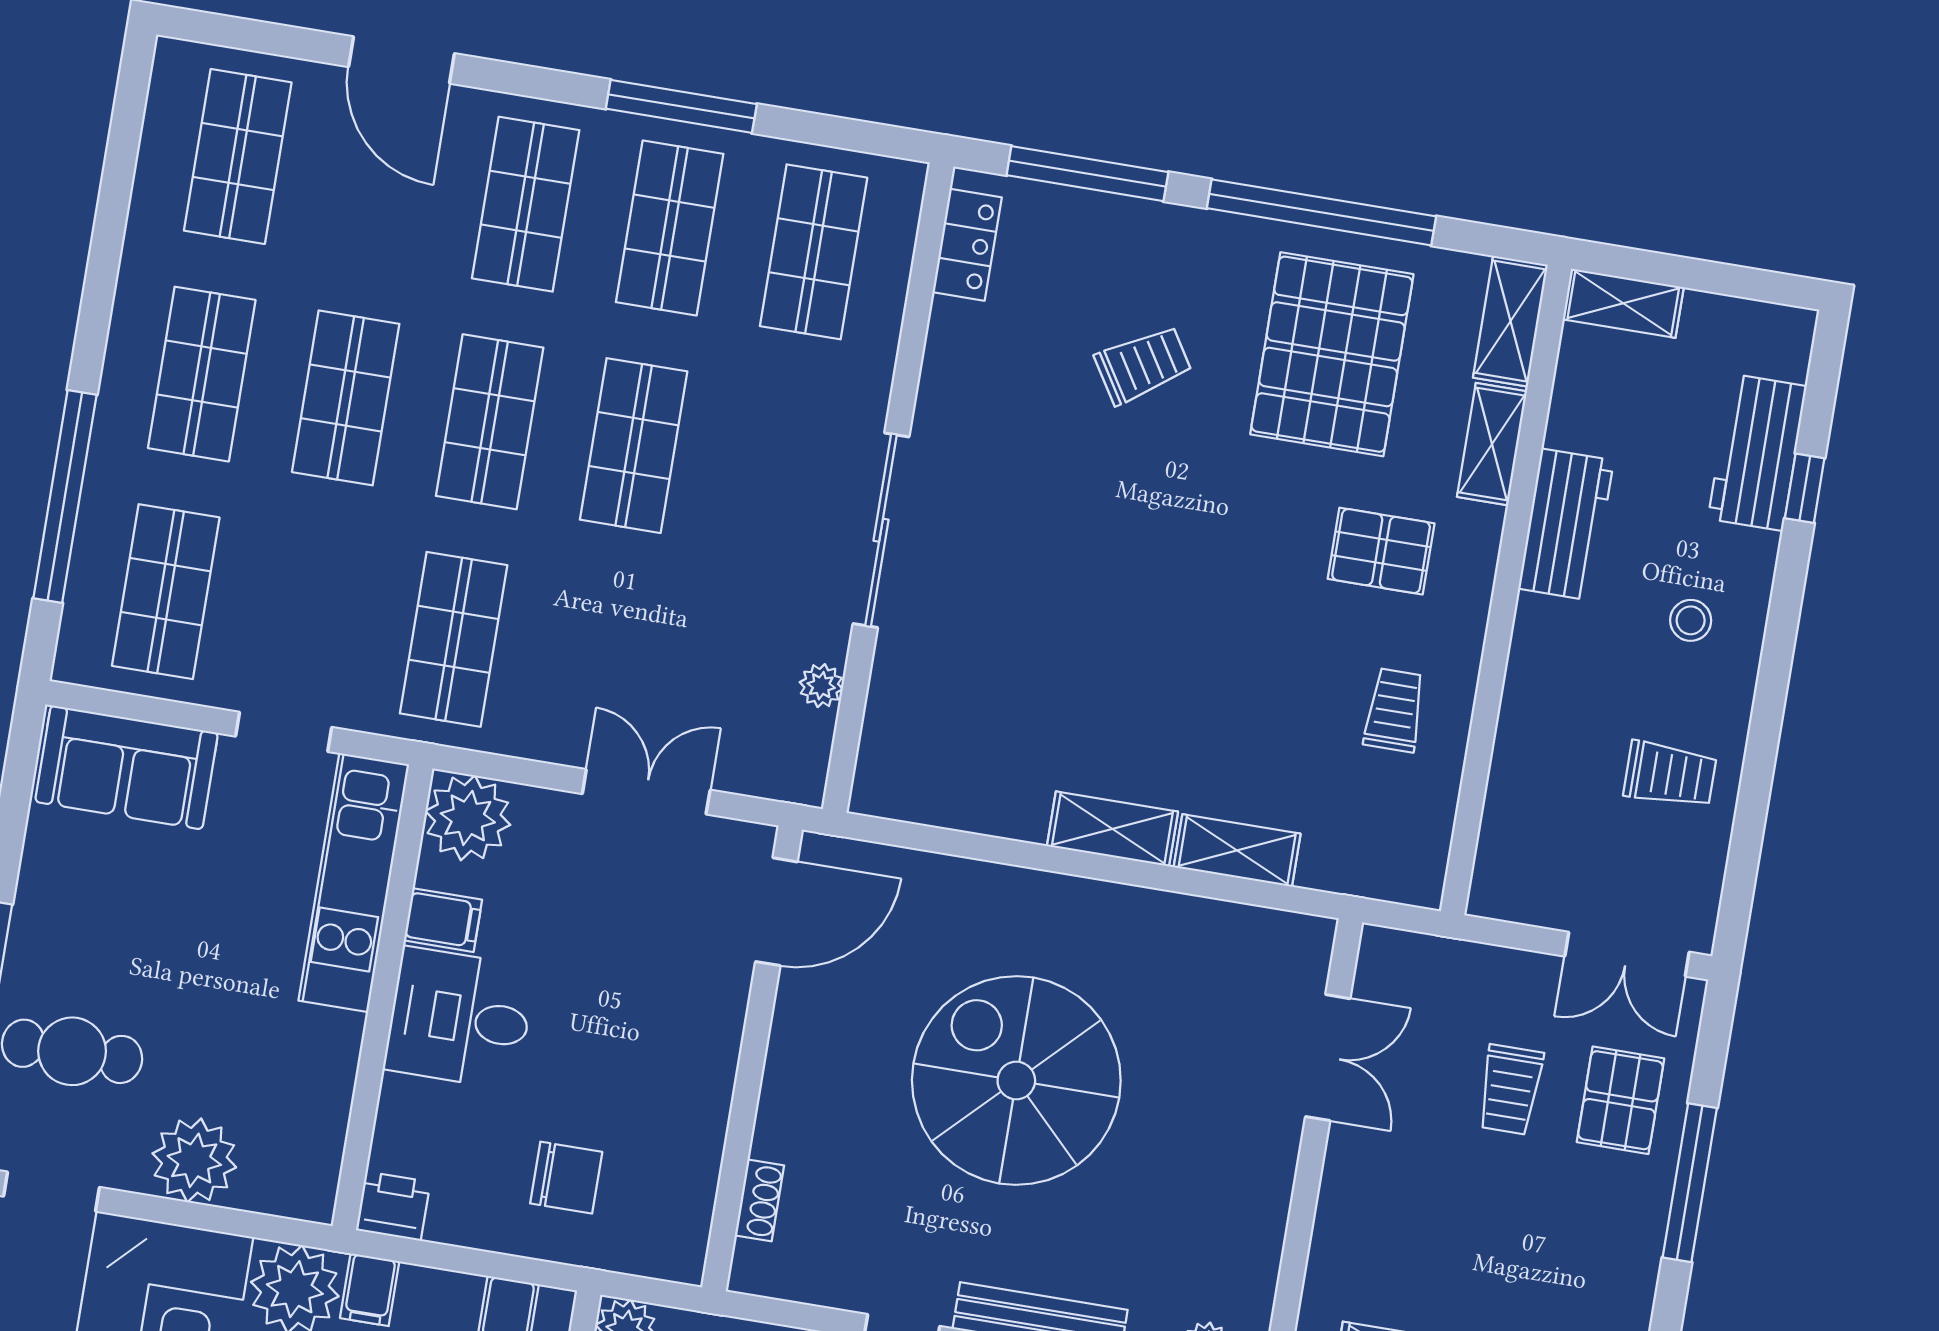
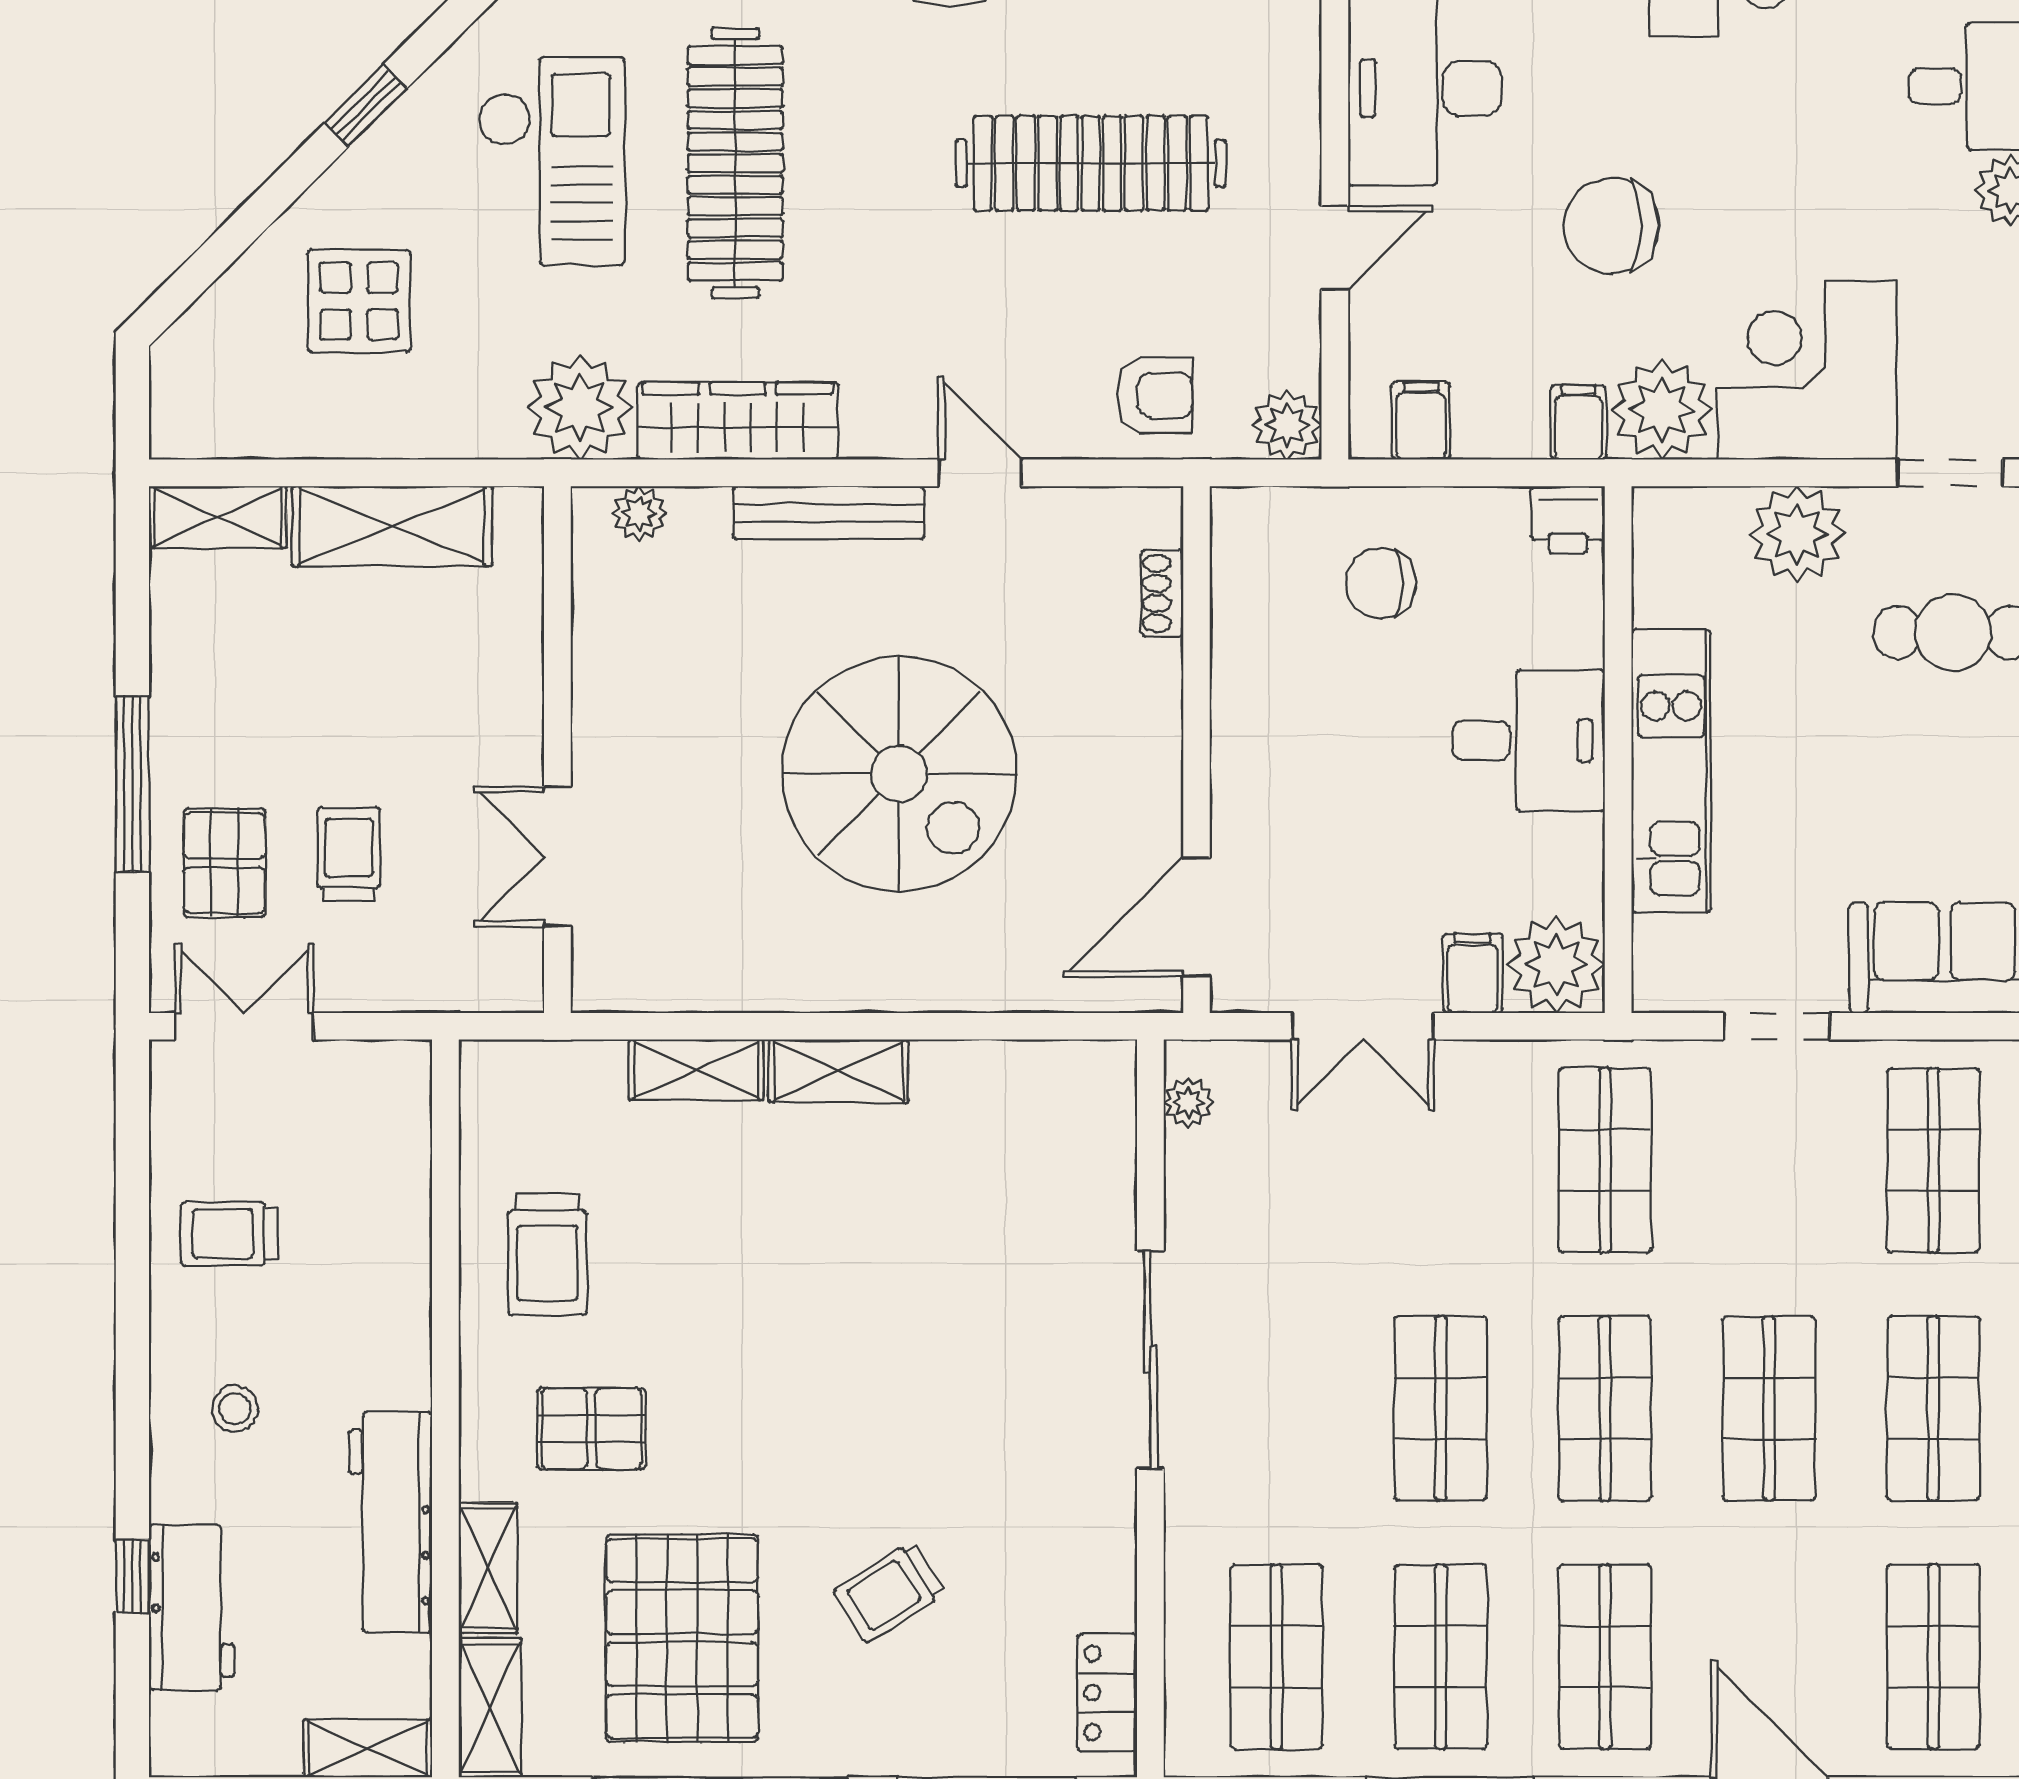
workbench: (1566, 524) -> (391, 1522), width x1.38
plant: (821, 686) -> (1188, 1103), moved
trolley: (1394, 710) -> (547, 1254), width x1.36, depth x1.39
kitchen unit: (354, 882) -> (1671, 771), moved
filing cabinet: (443, 920) -> (1473, 973), moved, turned 90

